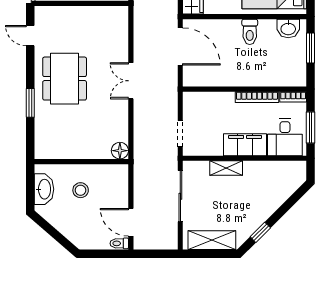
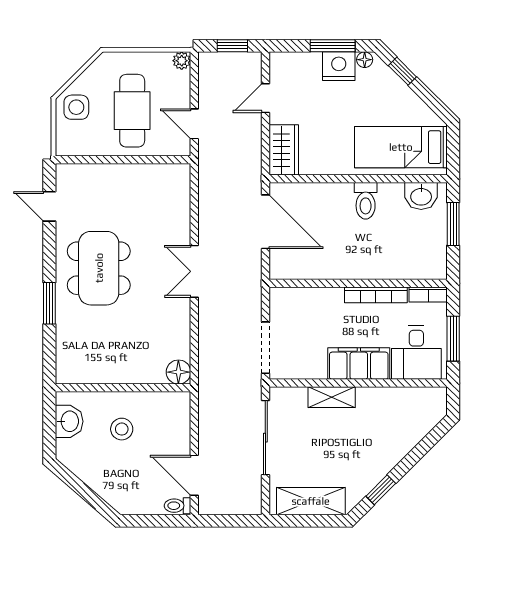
doorway: (180, 134) -> (265, 348), width x1.38
washbasin: (44, 189) -> (69, 421), width x0.72

